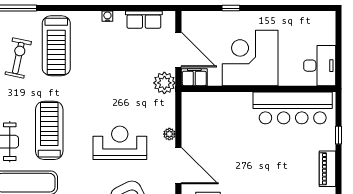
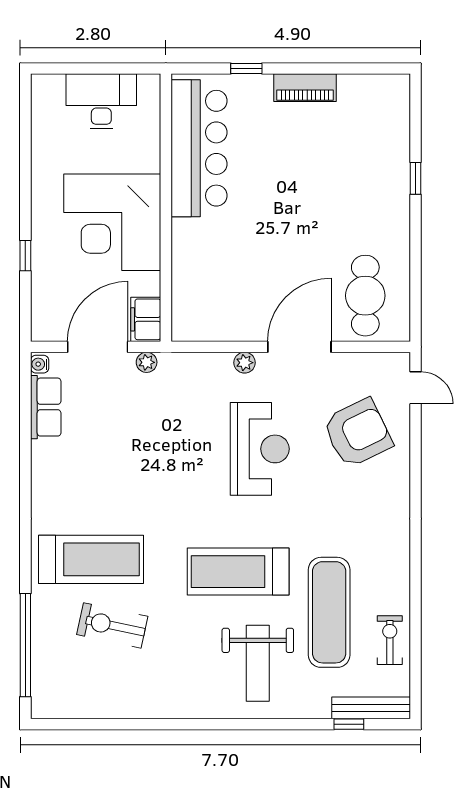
water cooler: (107, 16) -> (40, 364), moved
desk: (320, 66) -> (101, 101), moved
plant: (164, 83) -> (147, 362), width x0.53, depth x0.53
reception desk: (120, 143) -> (260, 449), turned 180

